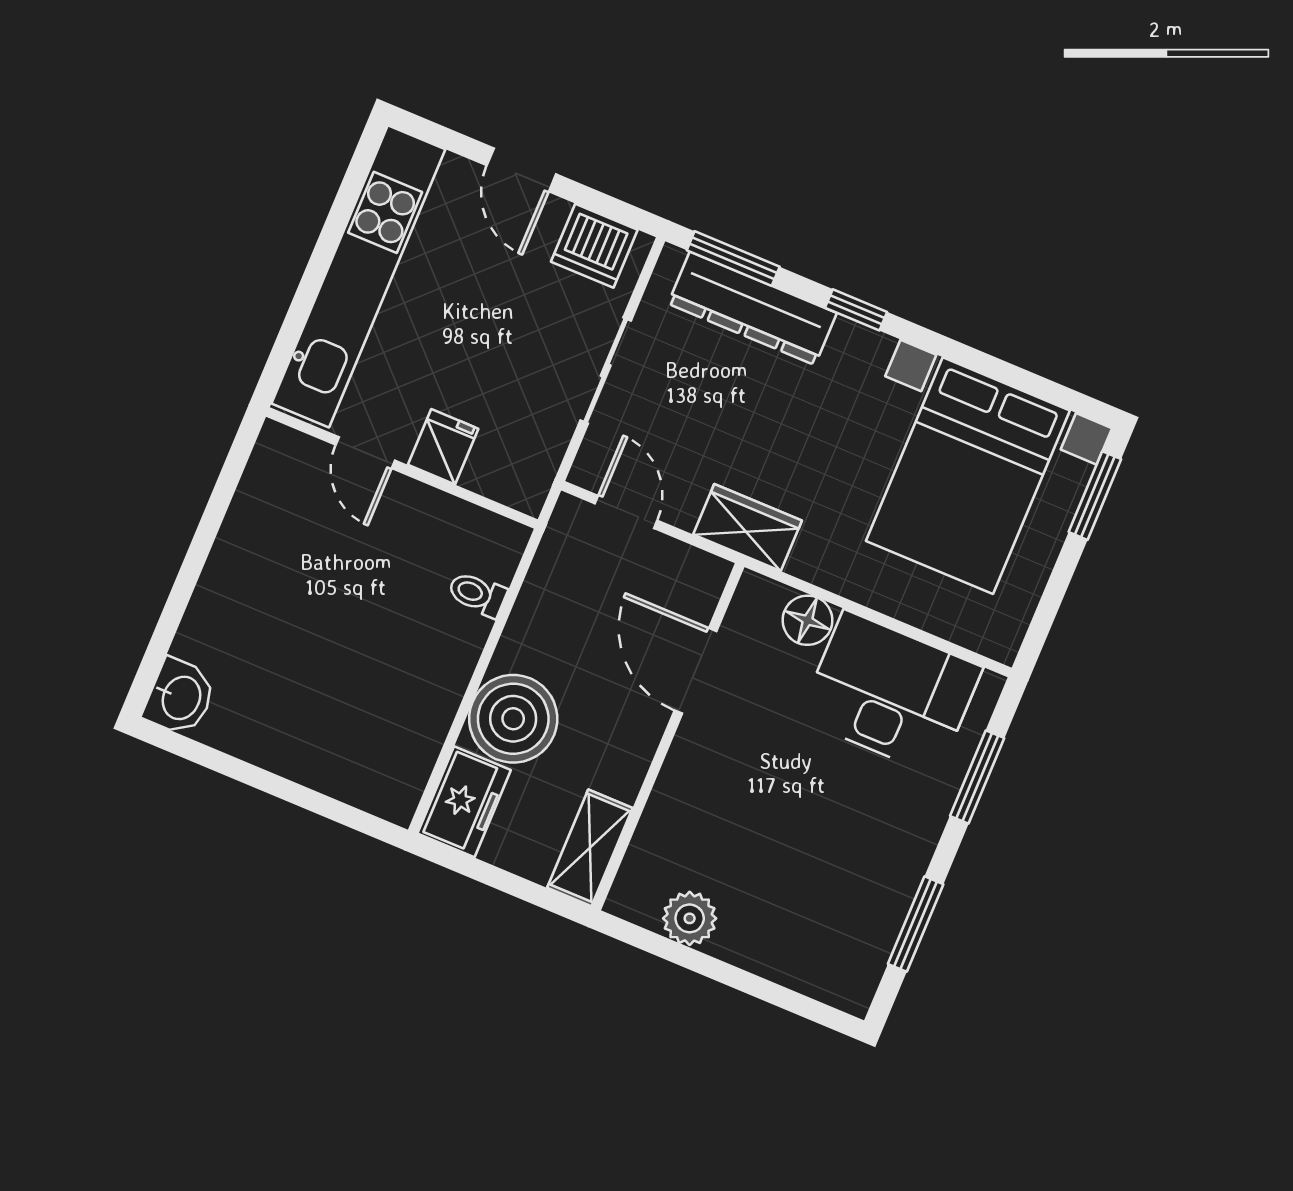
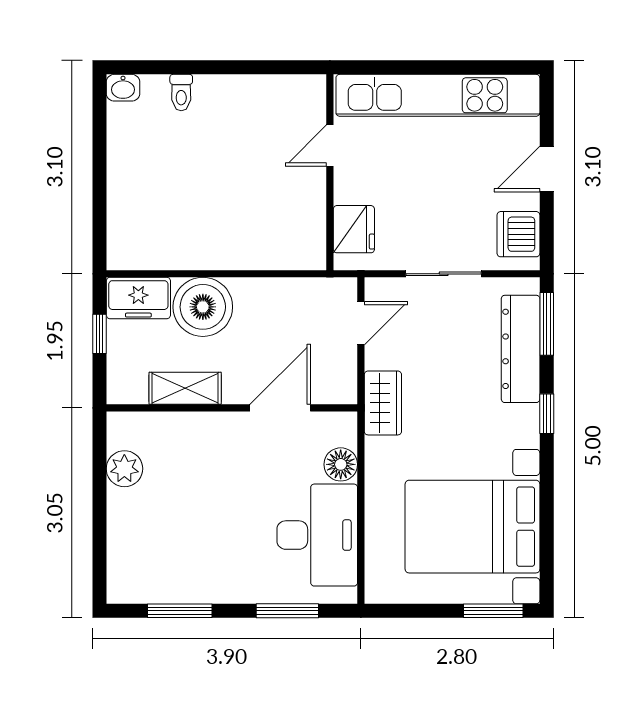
fridge: (443, 447) -> (354, 229), moved, width x1.38
toilet: (477, 594) -> (181, 93), moved, turned 180
washbasin: (180, 697) -> (123, 88), width x0.72, depth x0.69
shelving: (590, 848) -> (185, 388), moved
window: (491, 875) -> (99, 334), added

